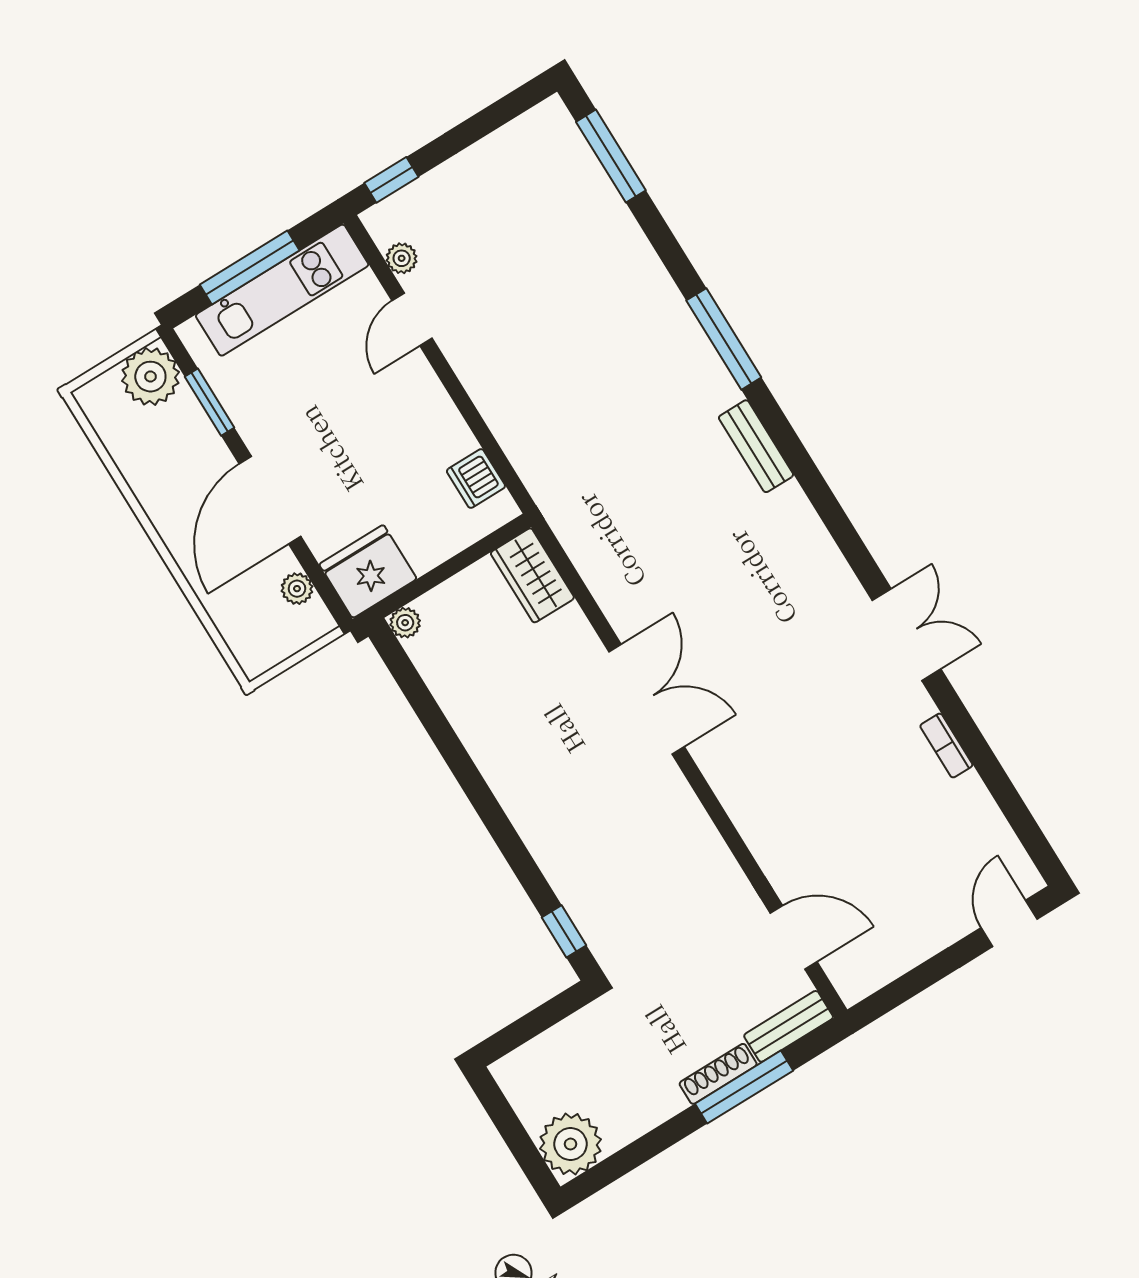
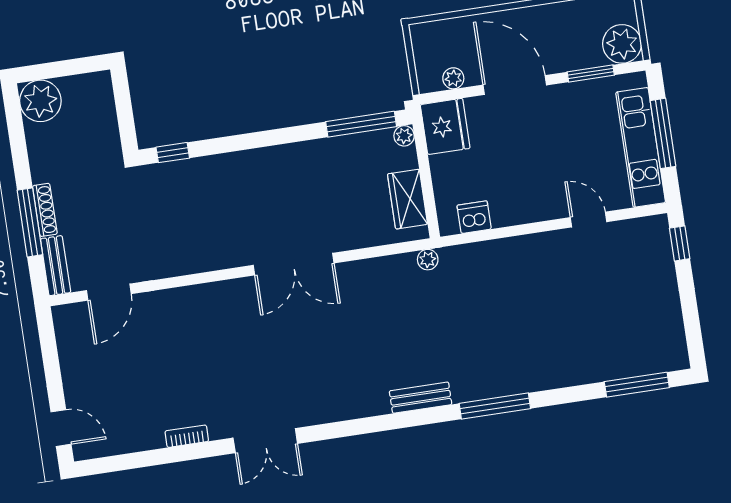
plant: (402, 258) -> (428, 260), moved
wardrobe: (532, 575) -> (407, 199), moved, turned -90
window: (414, 689) -> (361, 124), added

